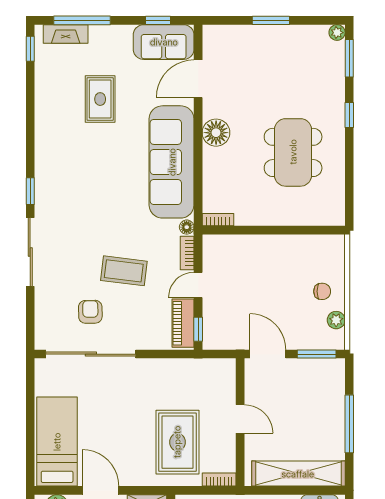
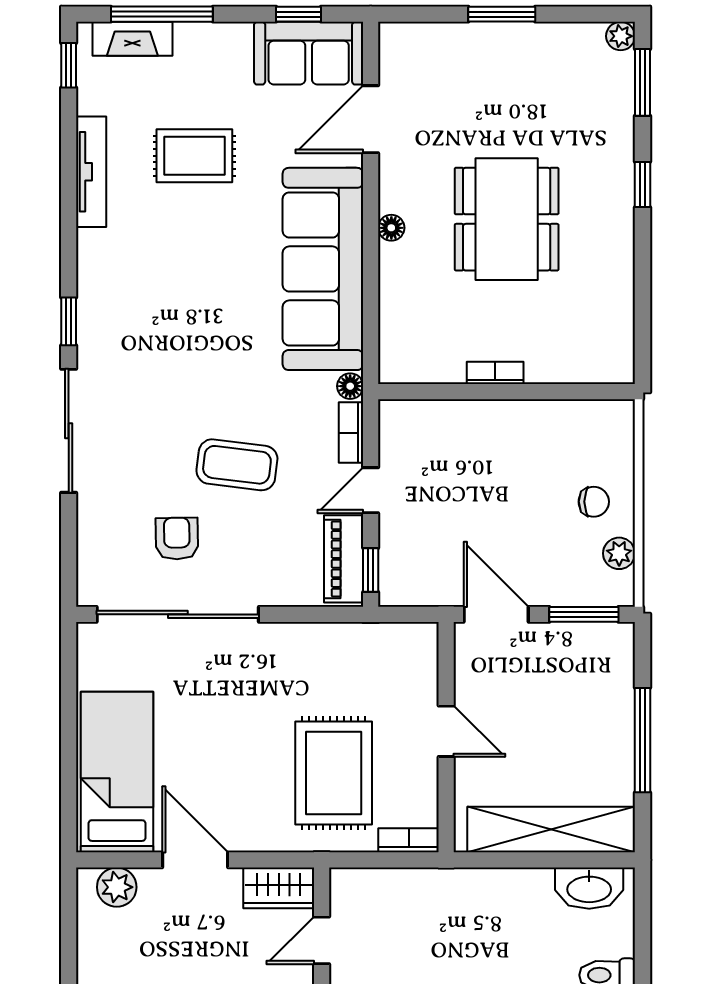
rug: (100, 99) -> (194, 156), turned 90
tv unit: (43, 108) -> (91, 172), added
floor lamp: (216, 133) -> (391, 228), width x0.53, depth x0.53
dining table: (293, 152) -> (507, 219), moved
bookcase: (218, 220) -> (495, 373), moved

